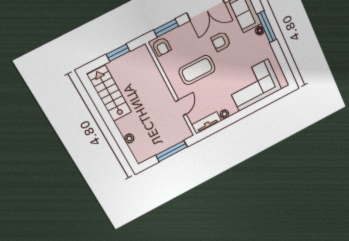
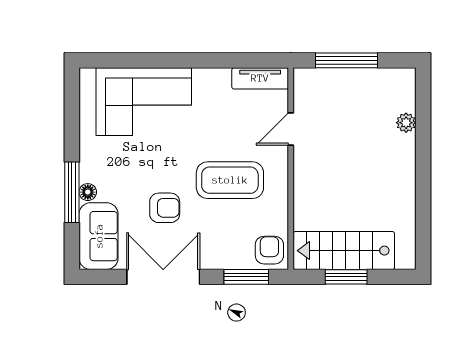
stairs: (109, 93) -> (344, 251), moved, turned 90
plant: (224, 114) -> (221, 77), removed

